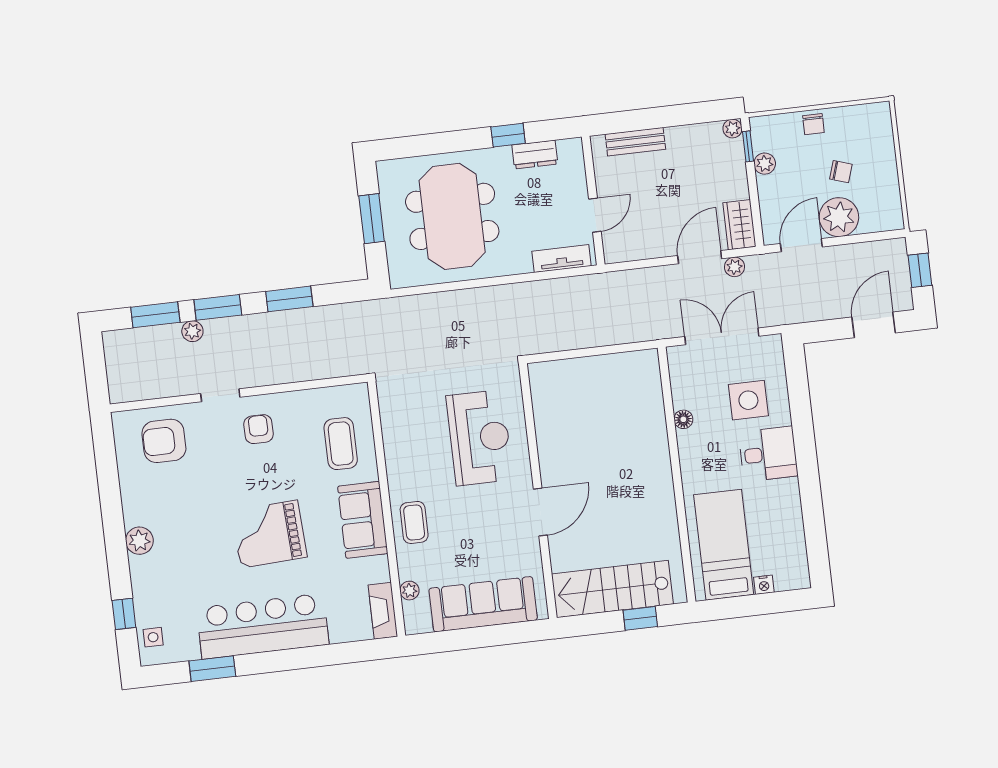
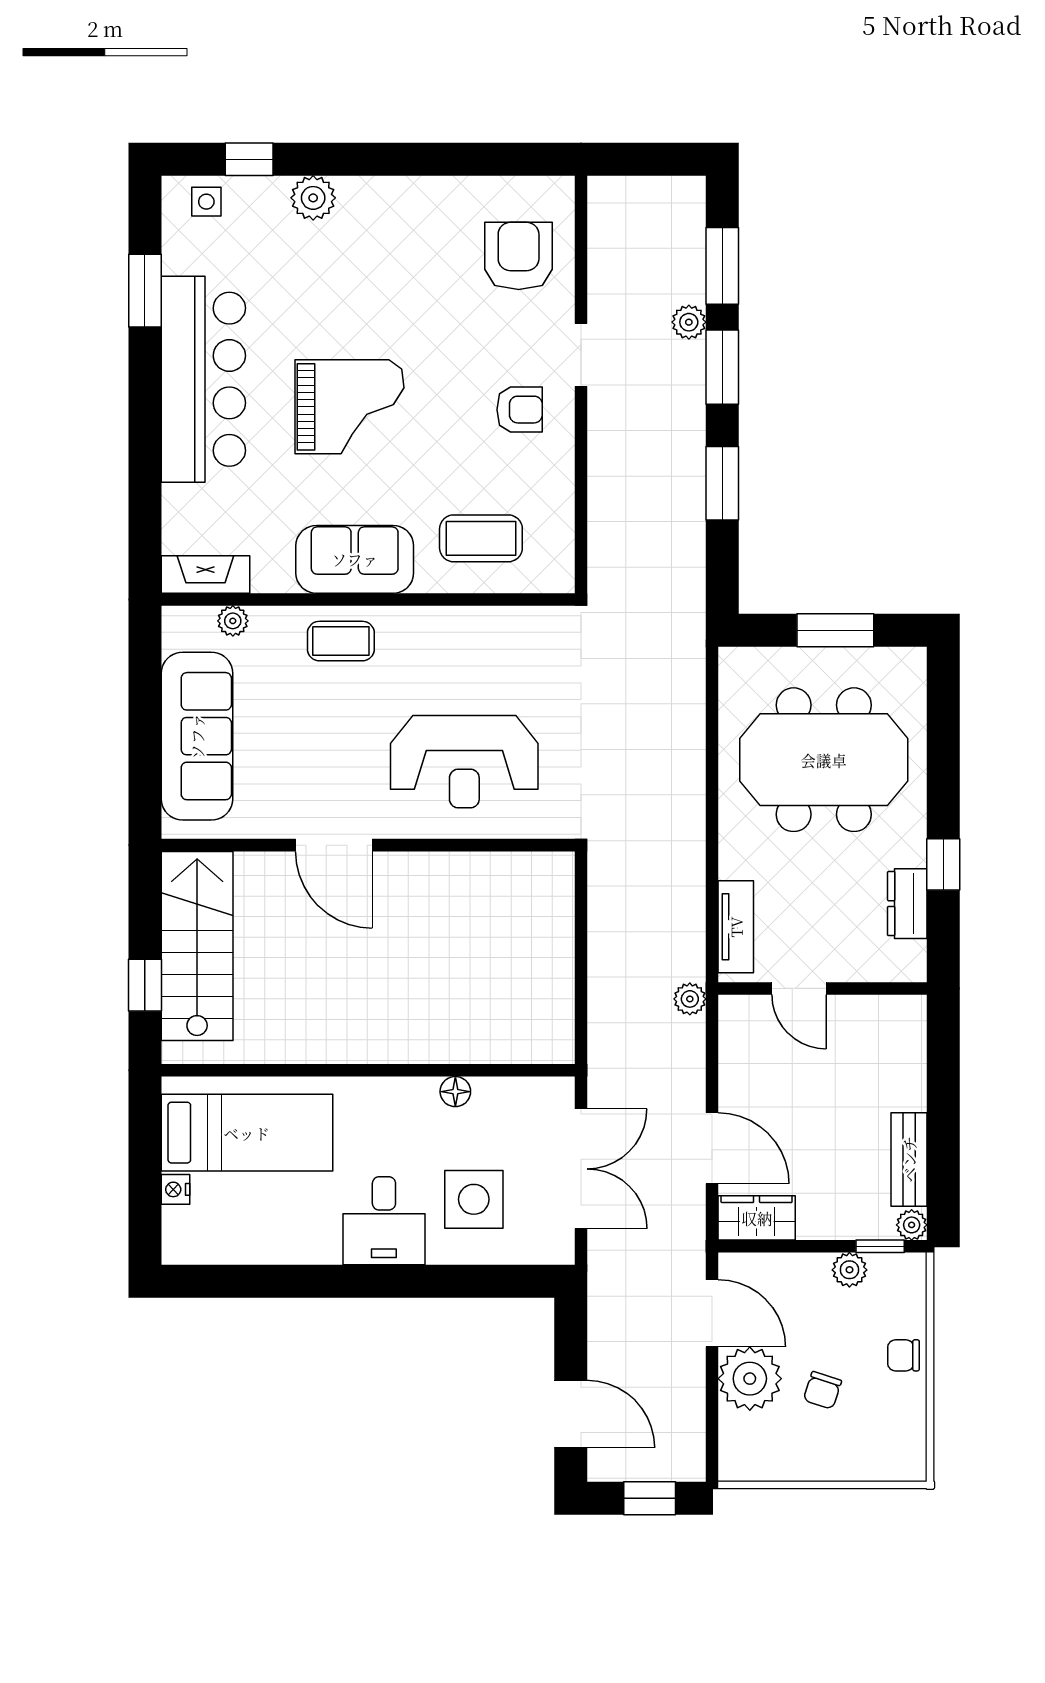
bench: (635, 142) -> (909, 1159), moved
plant: (735, 267) -> (690, 999), moved
grand piano: (269, 534) -> (350, 407), turned 93
plant: (139, 541) -> (313, 198), moved

